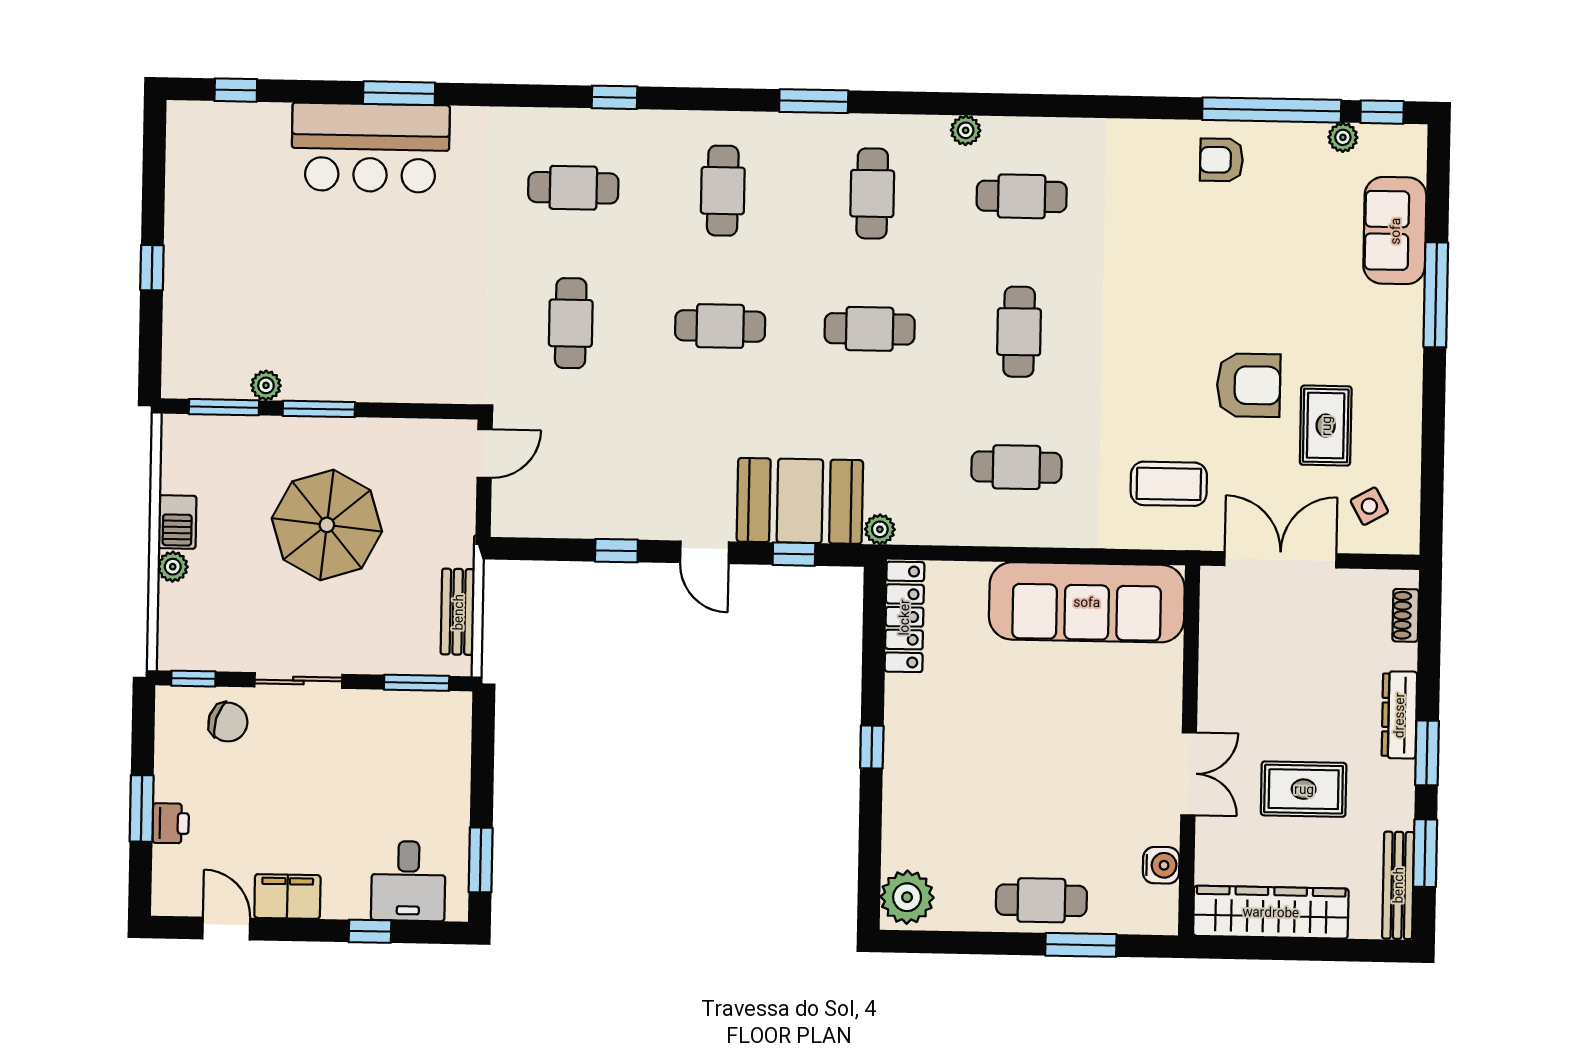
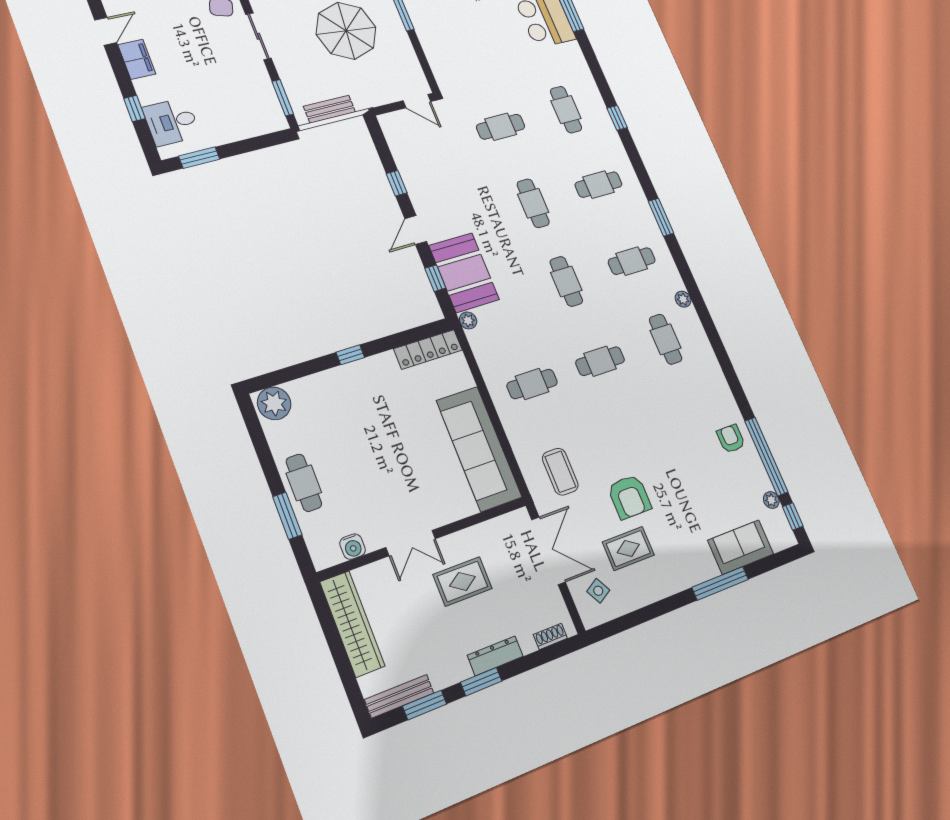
cafe table: (1016, 467) -> (532, 384), turned 90
rug: (1304, 789) -> (462, 581), moved, turned 90

